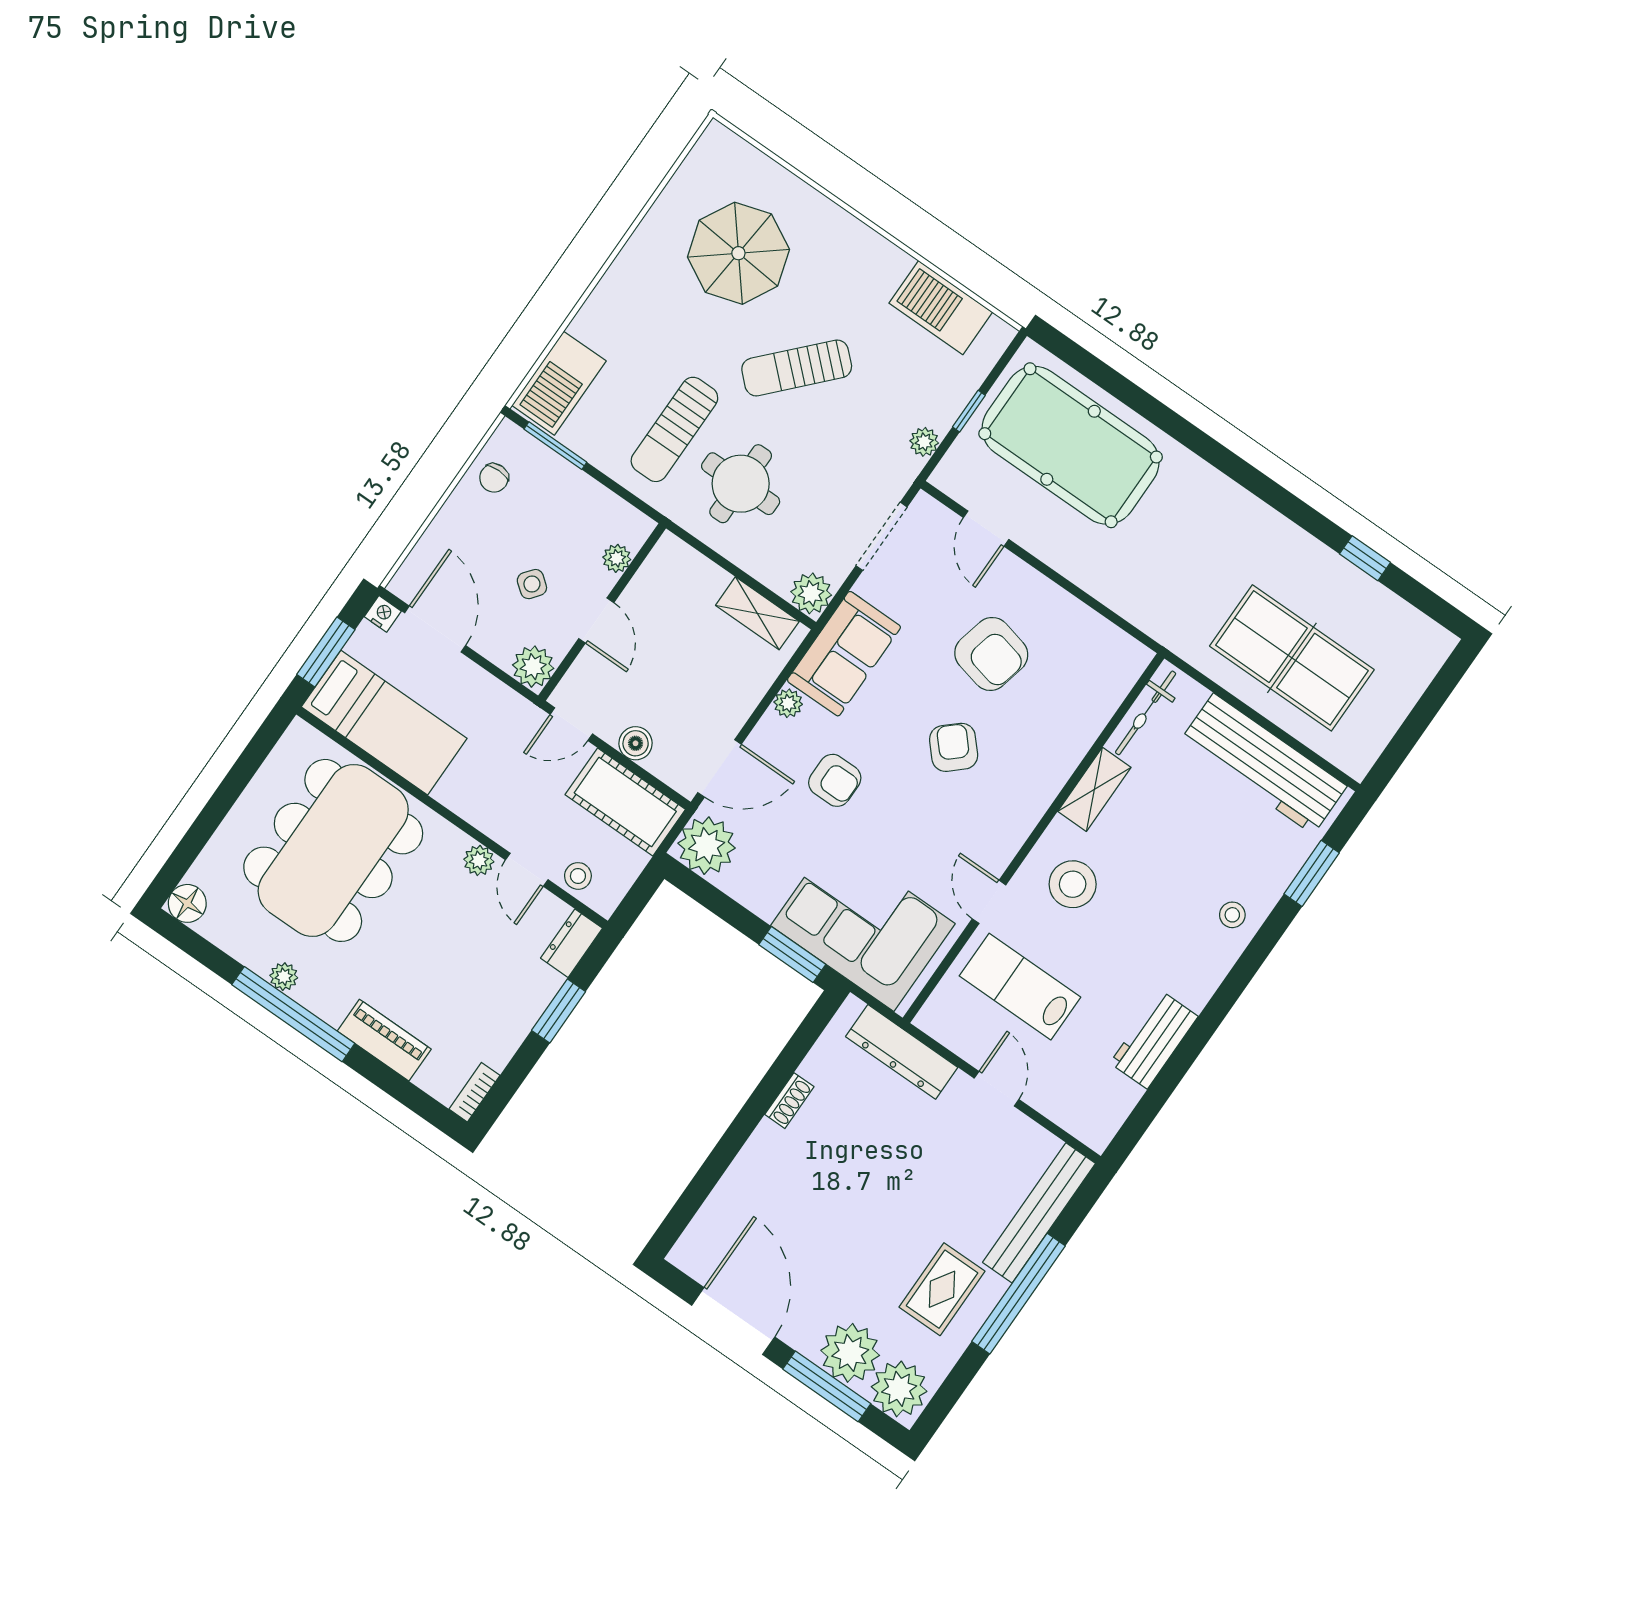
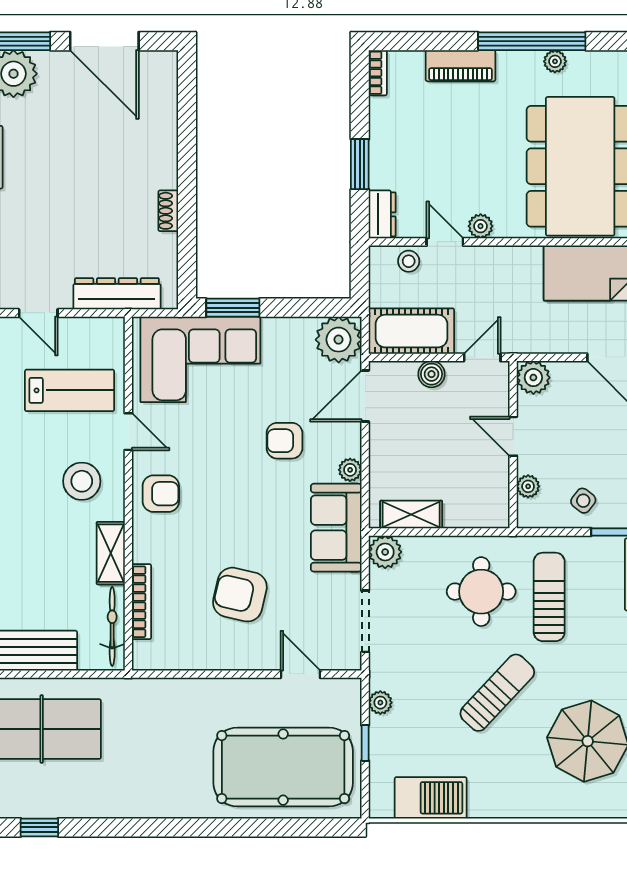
side table: (532, 584) -> (583, 501), moved
bookcase: (1098, 717) -> (142, 602), added
armchair: (954, 747) -> (161, 494), moved, turned -48

